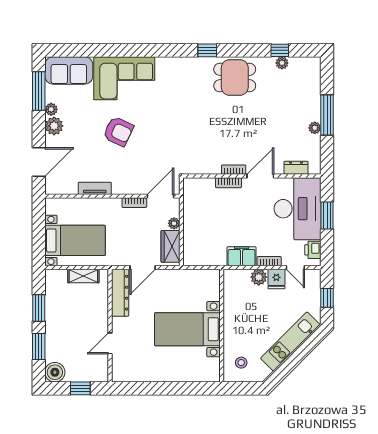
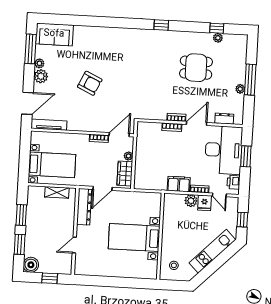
corner sofa: (124, 78) -> (97, 43), removed
dining table: (235, 78) -> (196, 68), moved
tv unit: (95, 188) -> (49, 125), moved, width x1.41

